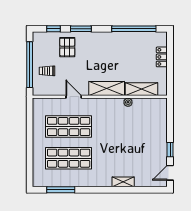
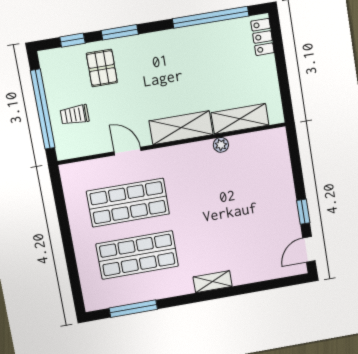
locker: (162, 57) -> (263, 37), moved
shelving: (123, 182) -> (213, 282), moved

